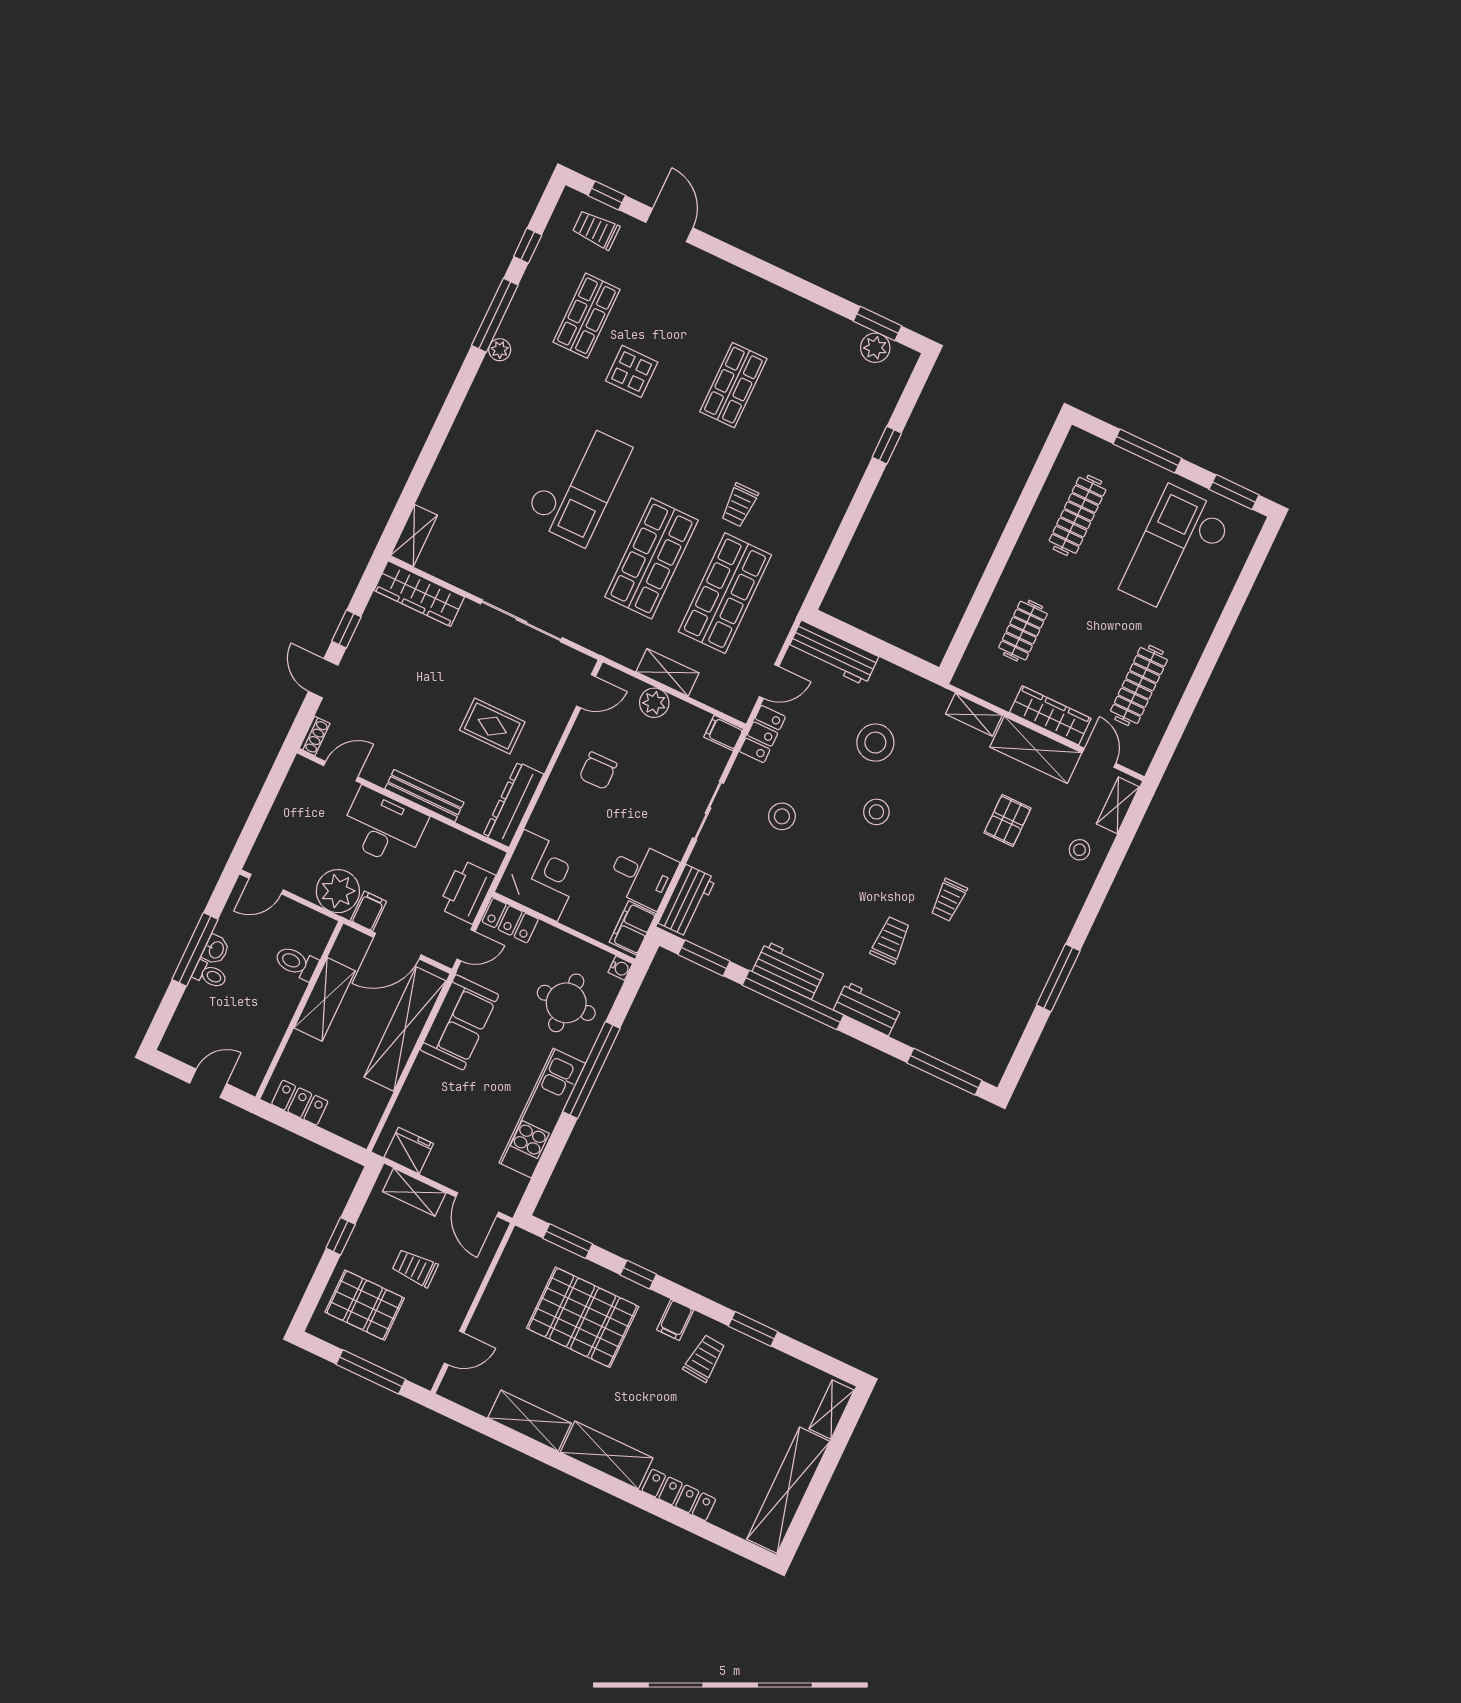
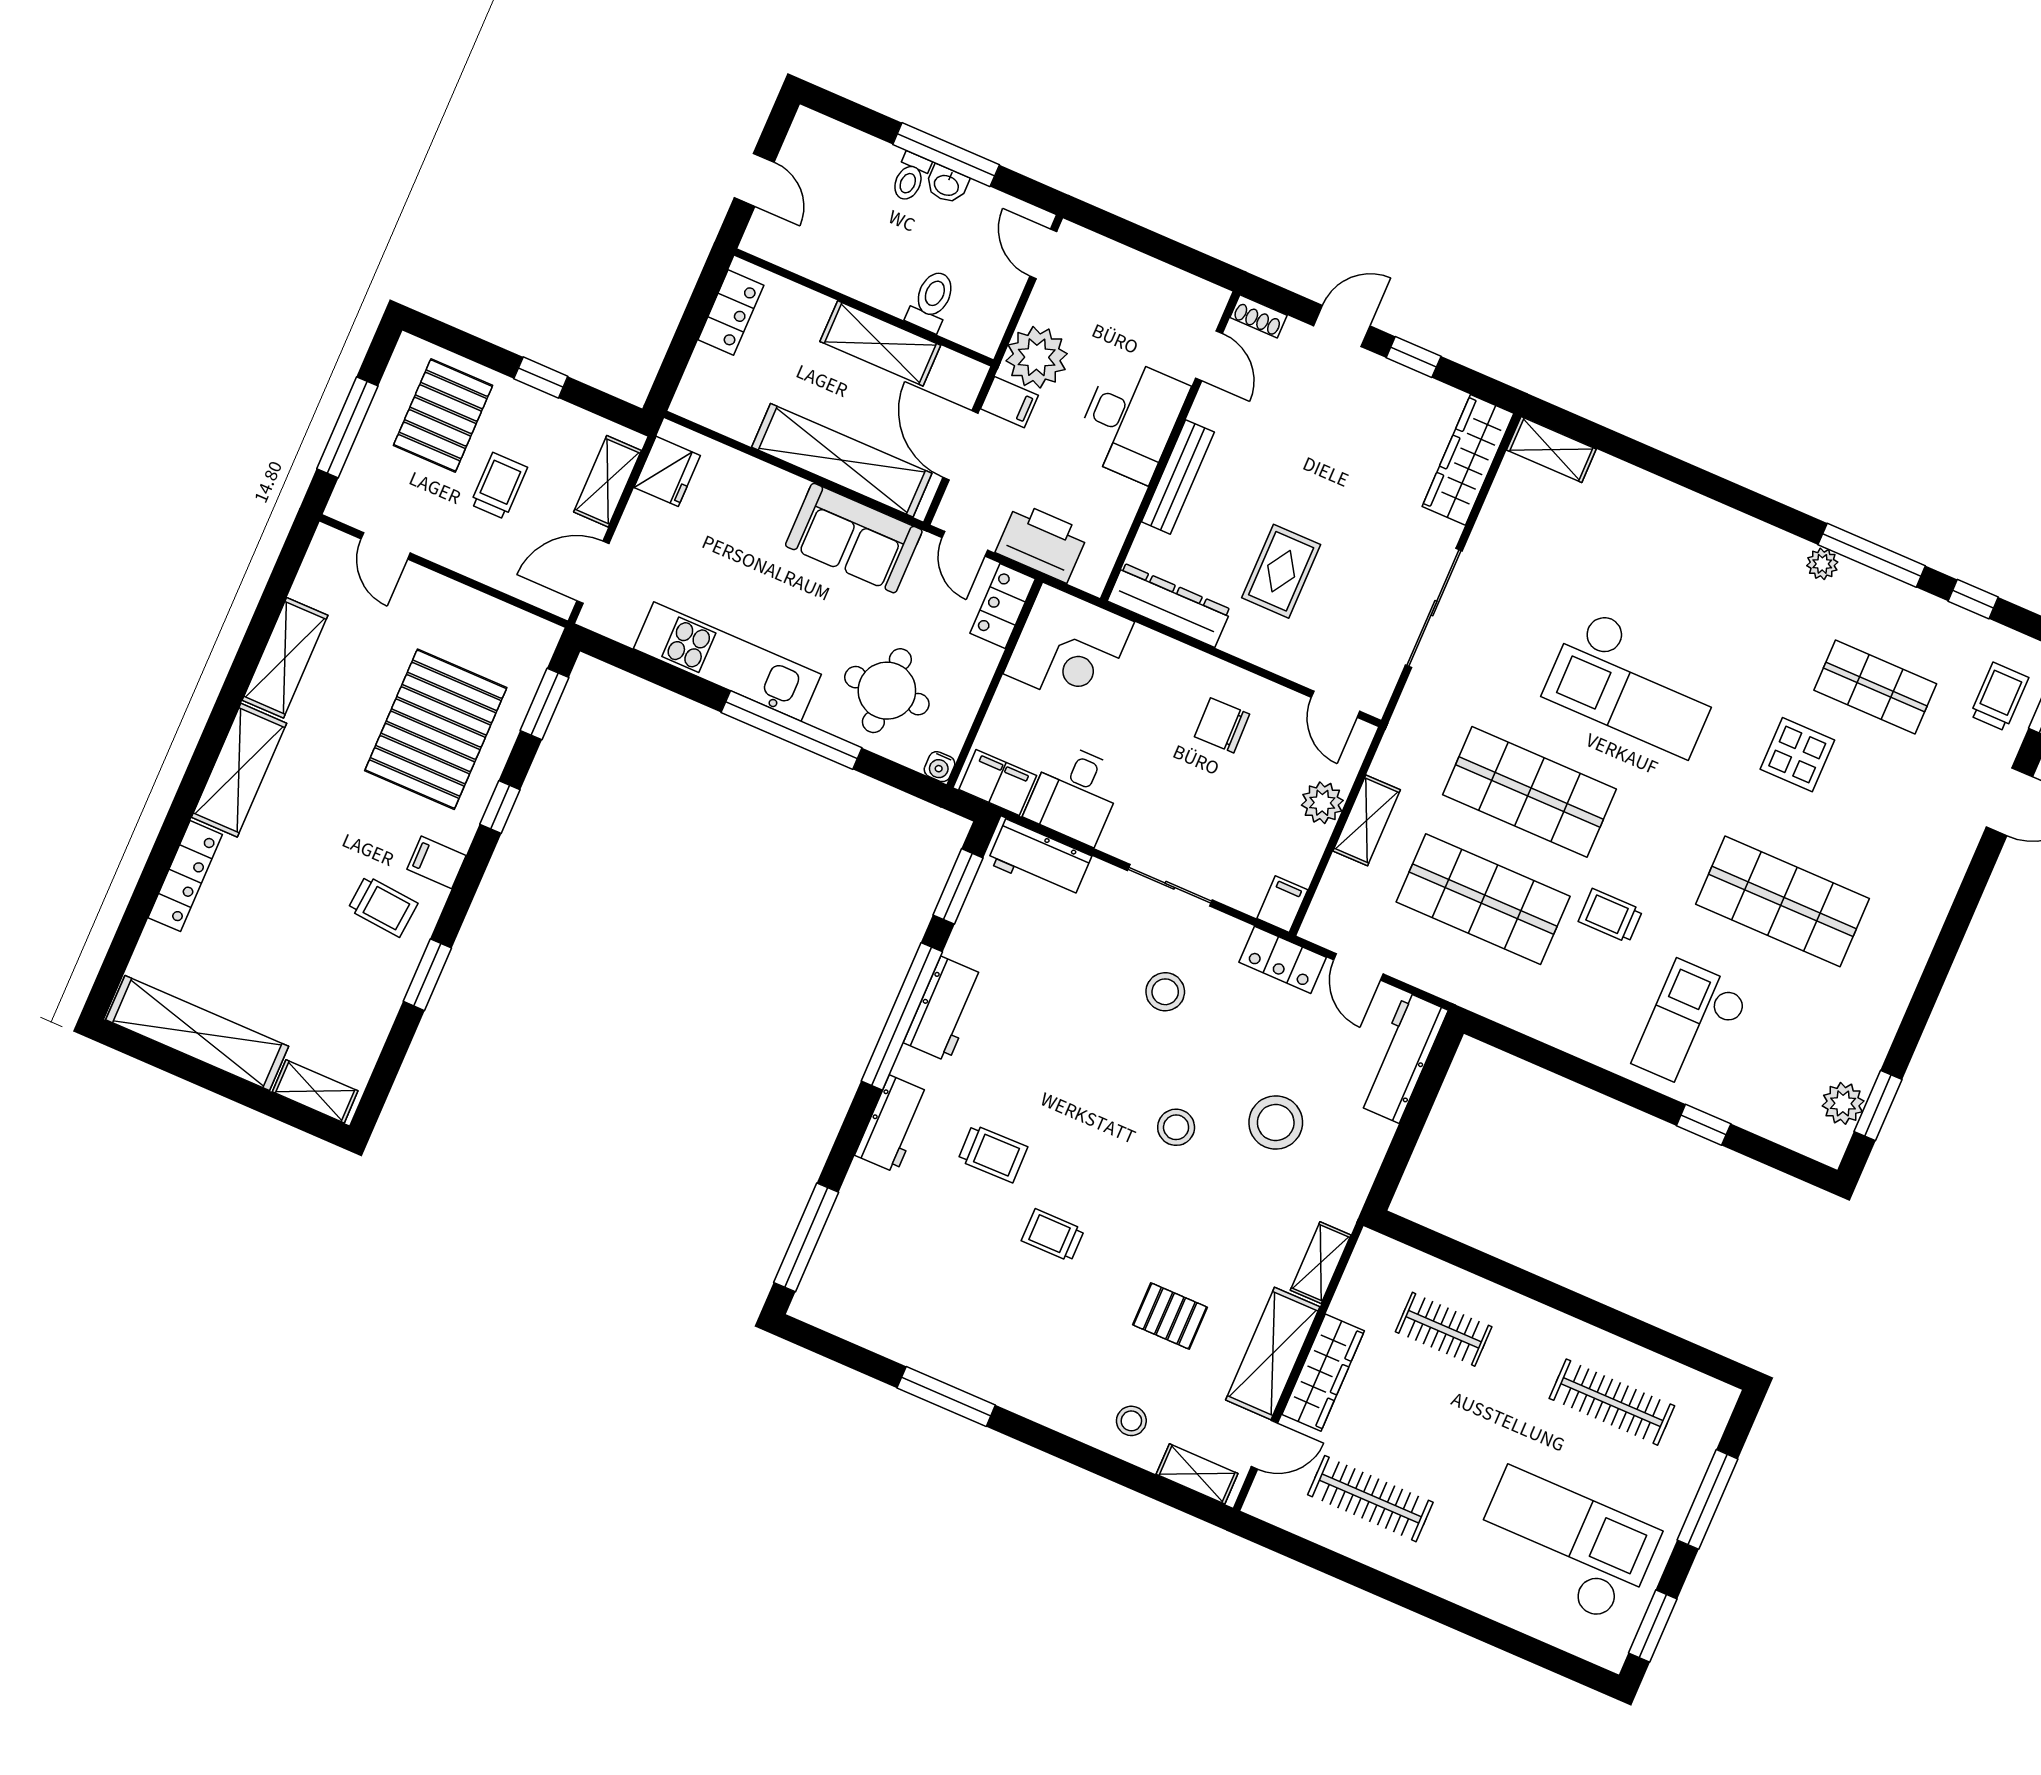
shop shelf: (733, 385) -> (1782, 901), width x1.43, depth x1.36
checkout: (818, 452) -> (1691, 1027), added

